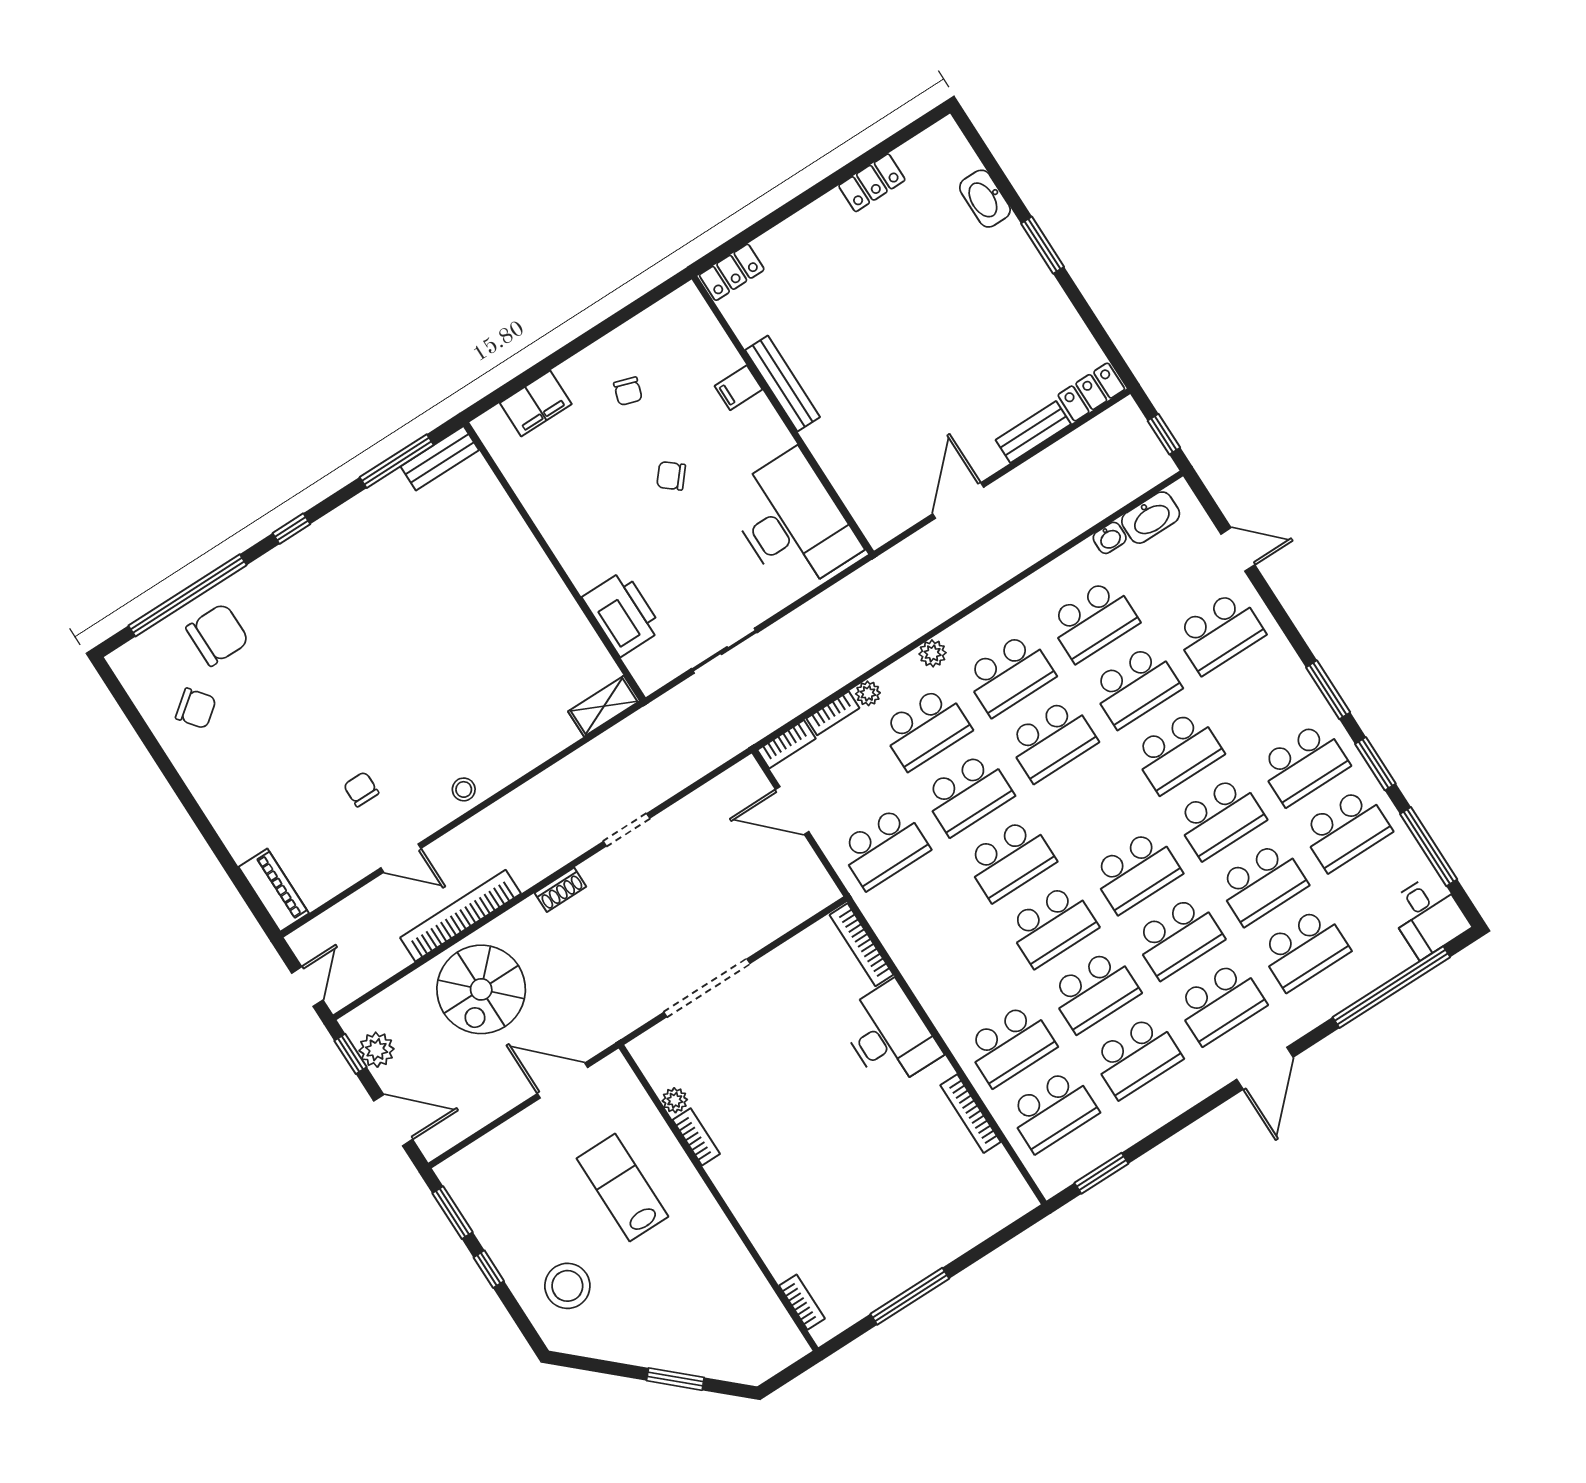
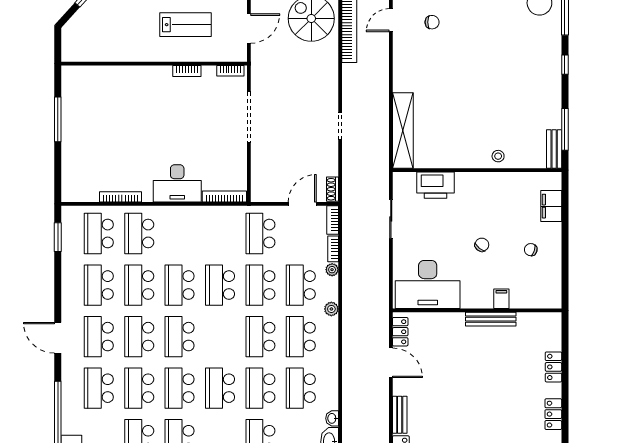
locker: (732, 272) -> (553, 367), moved
locker: (898, 518) -> (400, 332), added
shelving: (604, 706) -> (403, 131), width x2.20, depth x1.33
stool: (464, 789) -> (498, 156), moved
shoe rack: (560, 890) -> (332, 189), moved
plant: (675, 1100) -> (209, 72), removed
bookcase: (802, 1302) -> (230, 71), moved

